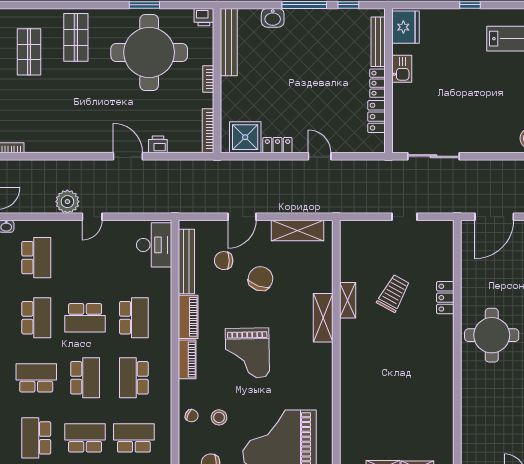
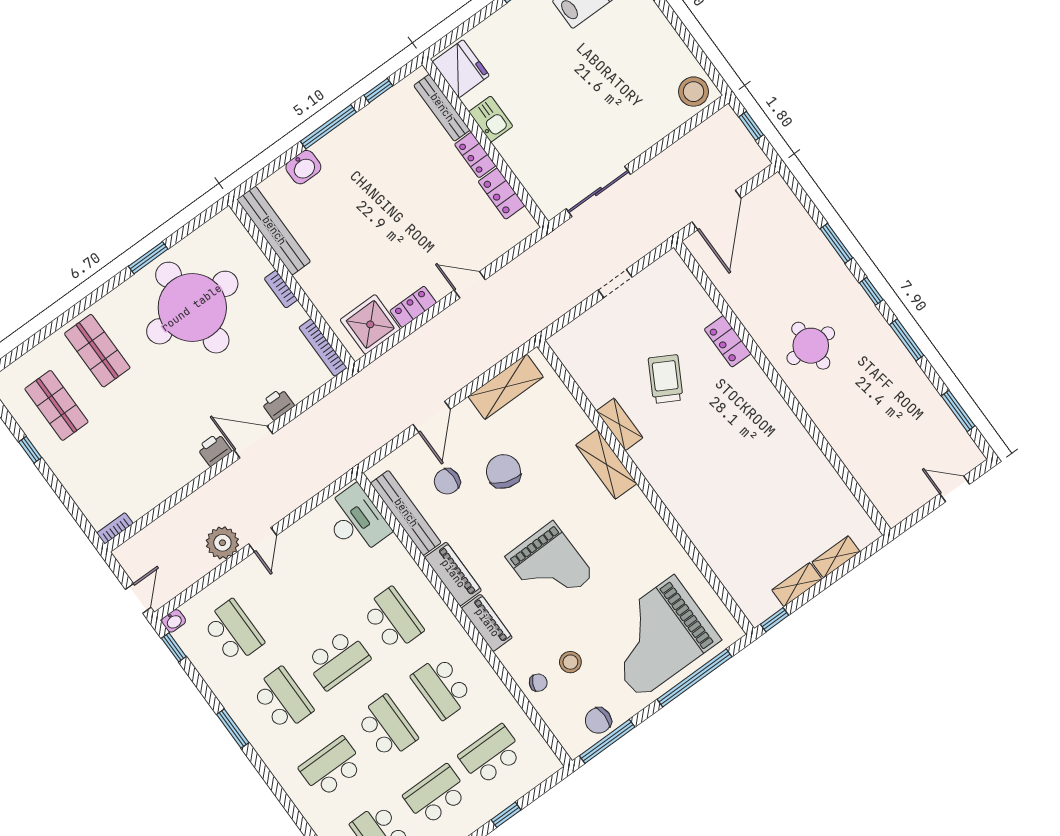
printer: (204, 17) -> (214, 449), moved, turned 180
round table: (492, 335) -> (811, 346), width x0.73, depth x0.73

